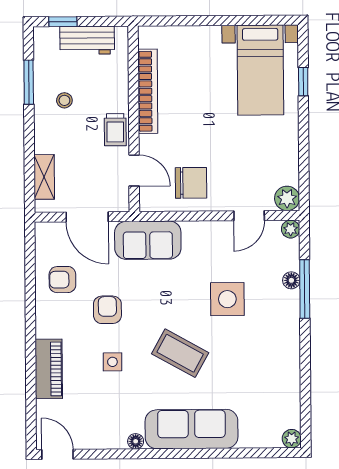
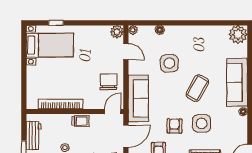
door: (134, 171) -> (113, 111), moved
sofa: (148, 240) -> (138, 98), width x1.36
window: (305, 289) -> (164, 23), removed
armchair: (107, 310) -> (174, 126), turned 90
side table: (112, 362) -> (202, 123), width x1.87, depth x1.87
plant: (292, 439) -> (238, 34), width x1.87, depth x1.87

